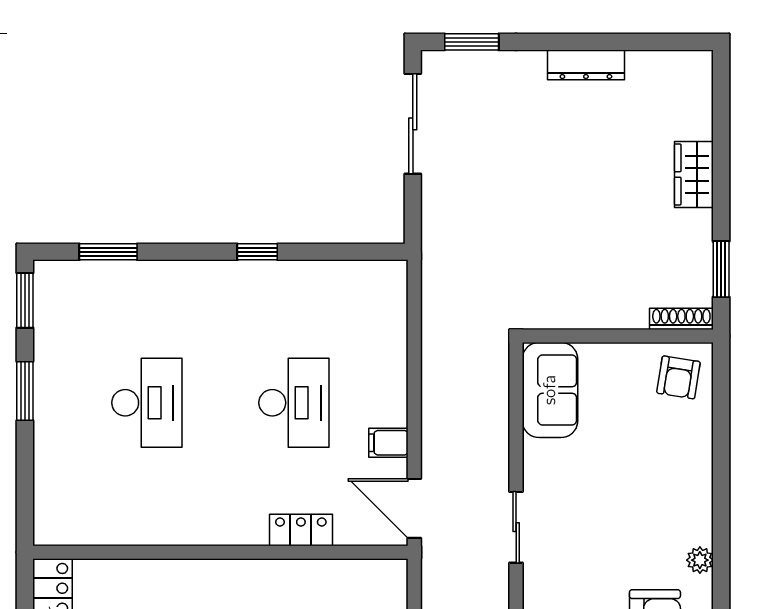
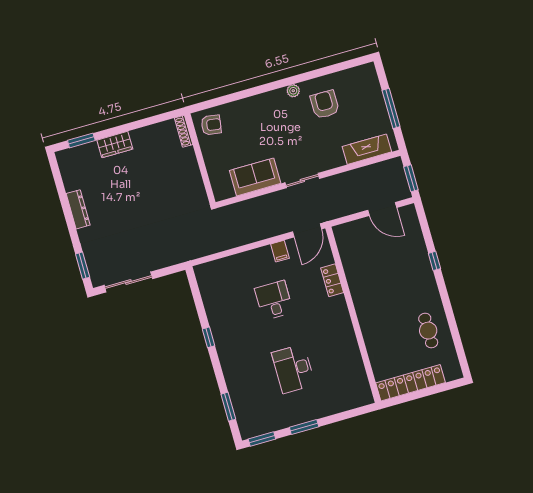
window: (721, 269) -> (81, 140), moved
sofa: (550, 390) -> (255, 177), moved
desk: (147, 403) -> (293, 369), turned -90
desk: (294, 403) -> (274, 300), width x0.73

